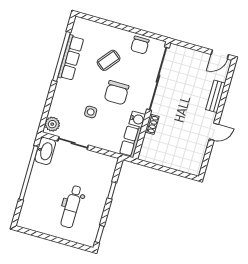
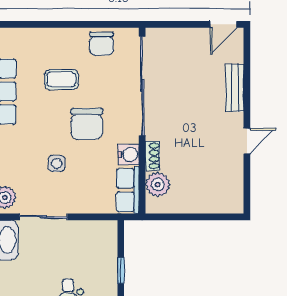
coffee table: (109, 60) -> (61, 79), turned 51
plant: (150, 143) -> (158, 184), added

